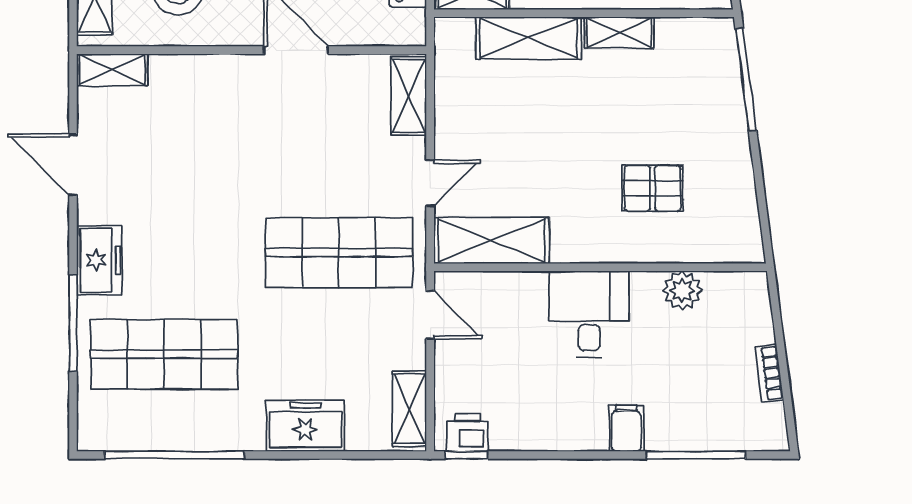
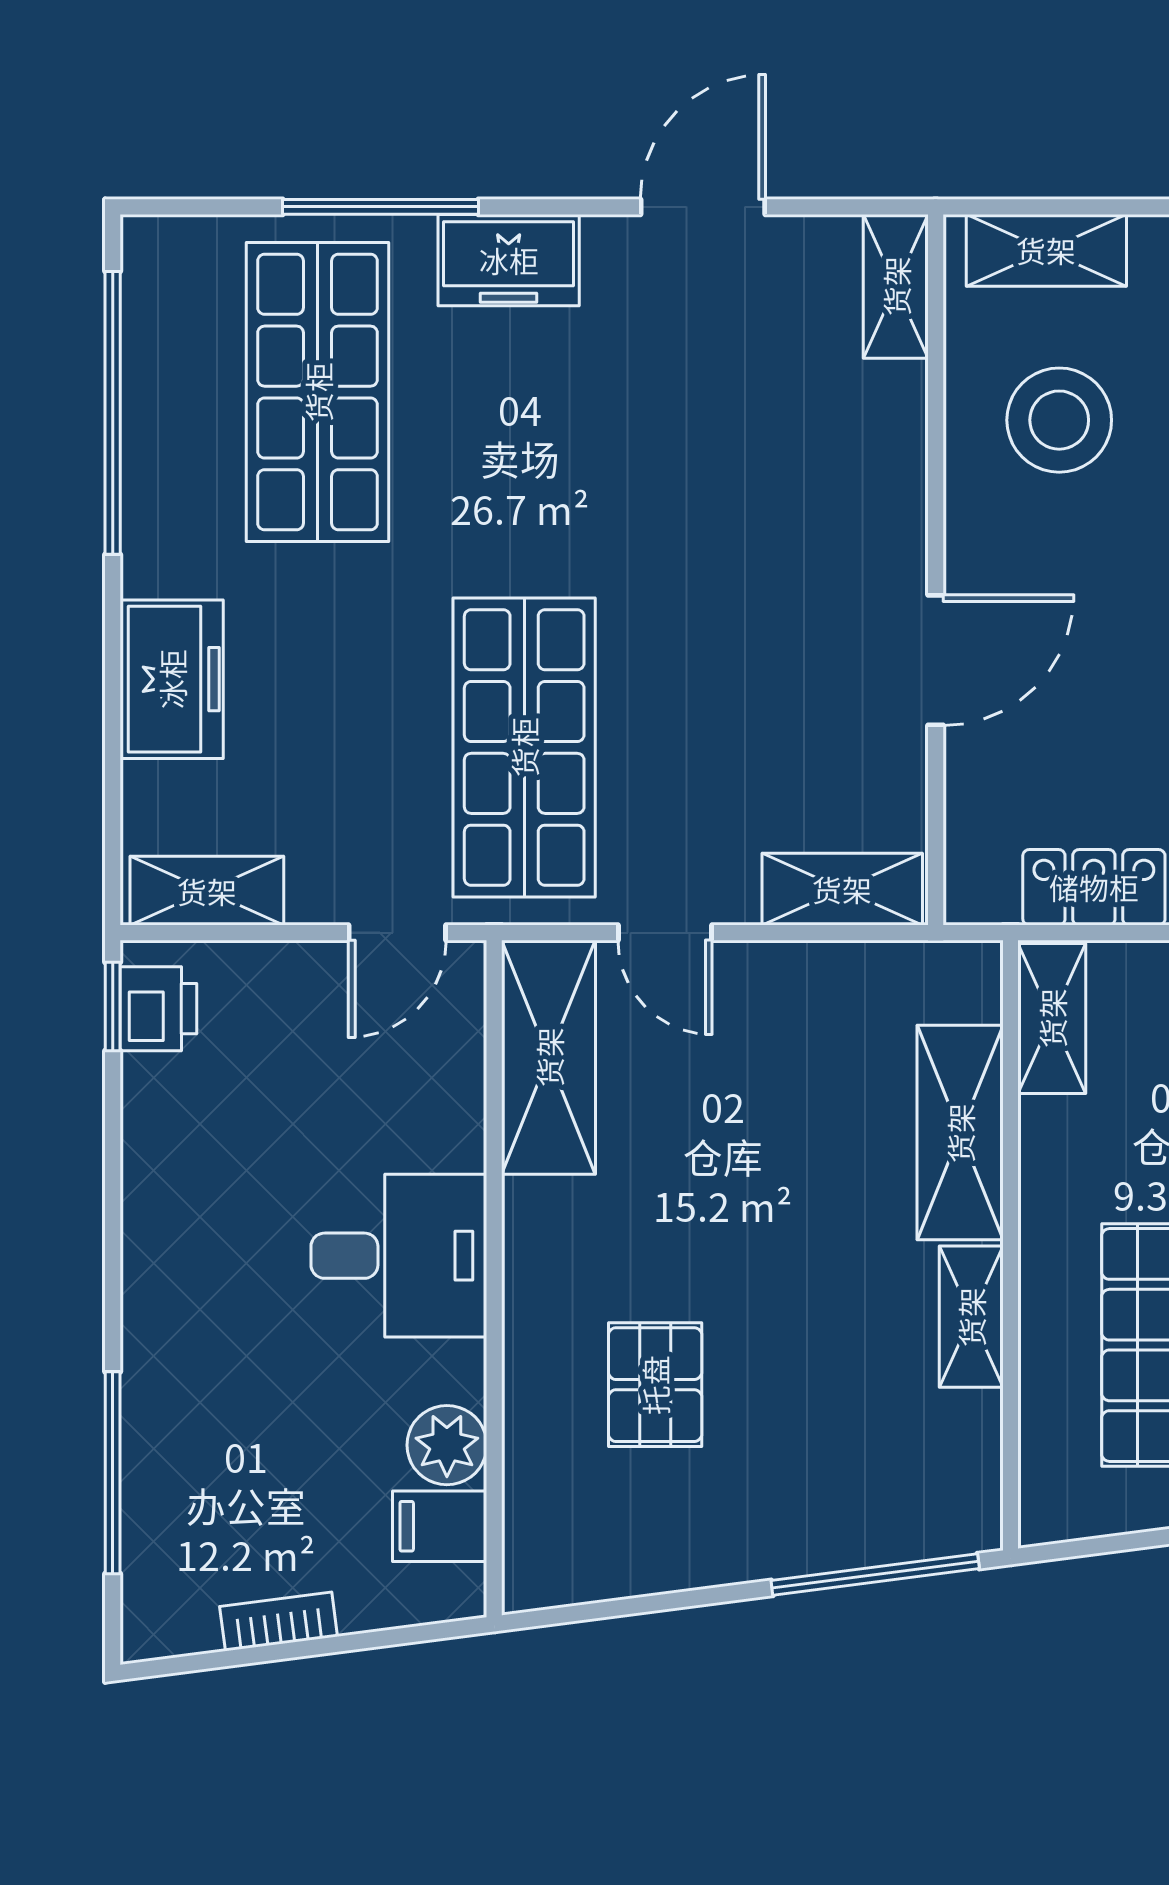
filing cabinet: (626, 428) -> (440, 1526), moved, turned 180

